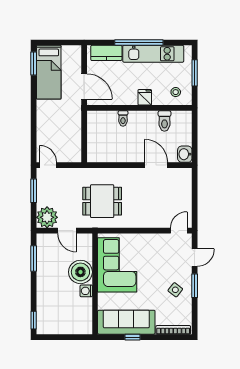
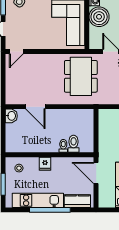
toilet: (164, 121) -> (74, 144), moved
dining table: (102, 201) -> (81, 76), width x1.38

